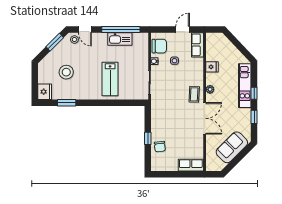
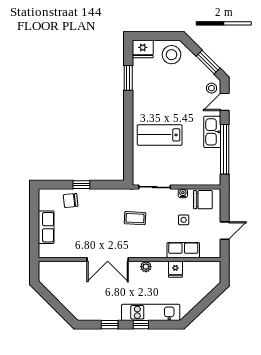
door: (183, 30) -> (225, 231), hinge flipped
kitchen sink: (120, 39) -> (212, 132), moved
row of seats: (197, 45) -> (183, 250), moved
chair: (159, 46) -> (203, 200), turned -90
stool: (66, 72) -> (172, 55), moved
coffee table: (194, 94) -> (135, 218), moved
sofa: (232, 147) -> (70, 295), removed
row of seats: (191, 165) -> (46, 227), moved

